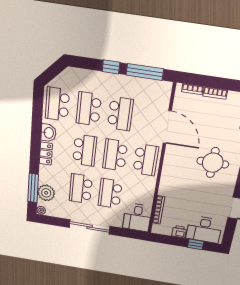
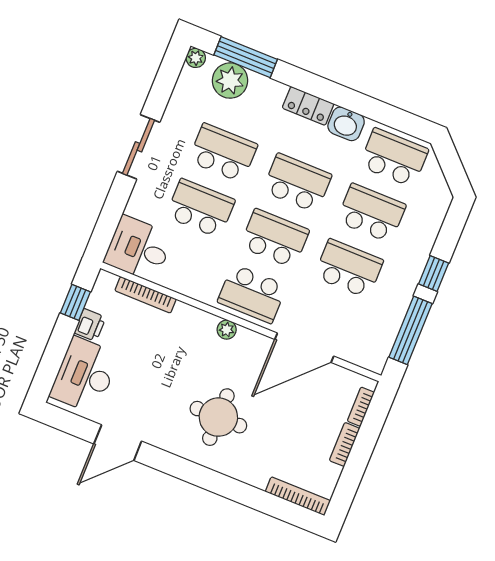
school desk: (120, 114) -> (349, 268), turned 180
school desk: (85, 150) -> (297, 183), turned 180
plant: (167, 168) -> (227, 330), added
sliding door: (90, 227) -> (139, 147), width x0.73
window: (196, 244) -> (75, 302), moved

